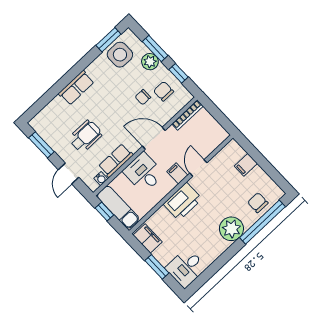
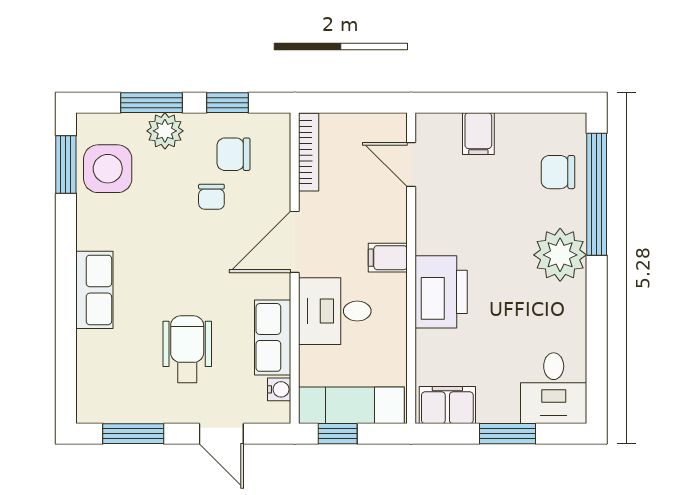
door: (198, 168) -> (411, 165), moved

